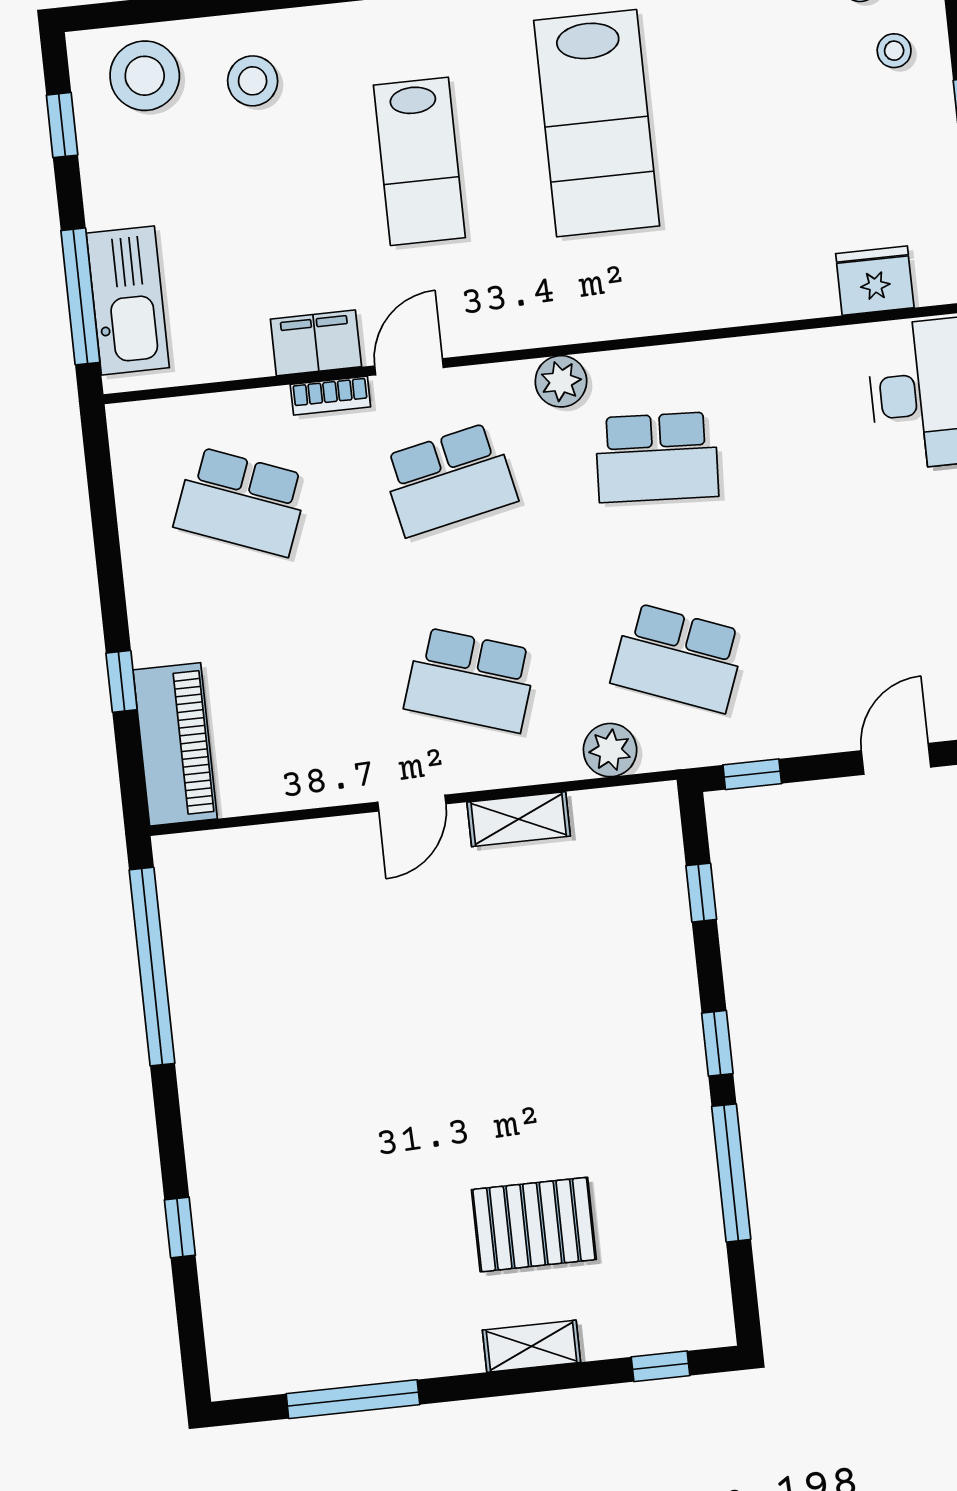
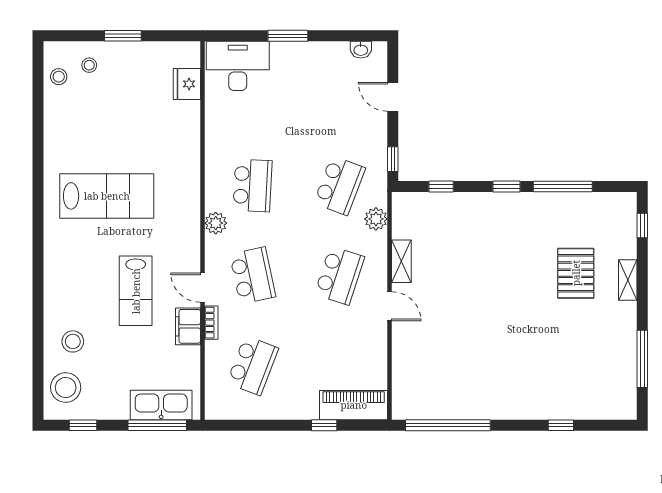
lab bench: (419, 161) -> (136, 291), moved, turned 90

